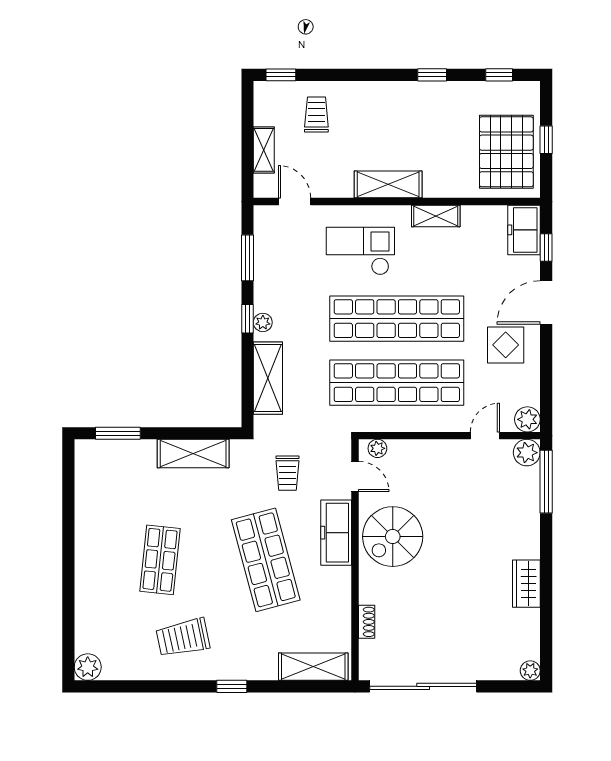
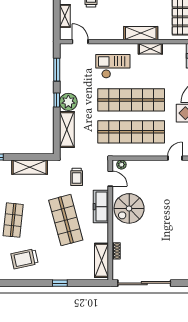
shelving: (388, 184) -> (141, 33), moved
plant: (263, 322) -> (68, 102), width x1.87, depth x1.87
shelving: (313, 667) -> (102, 260), moved, turned 90
window: (232, 686) -> (60, 283), moved

